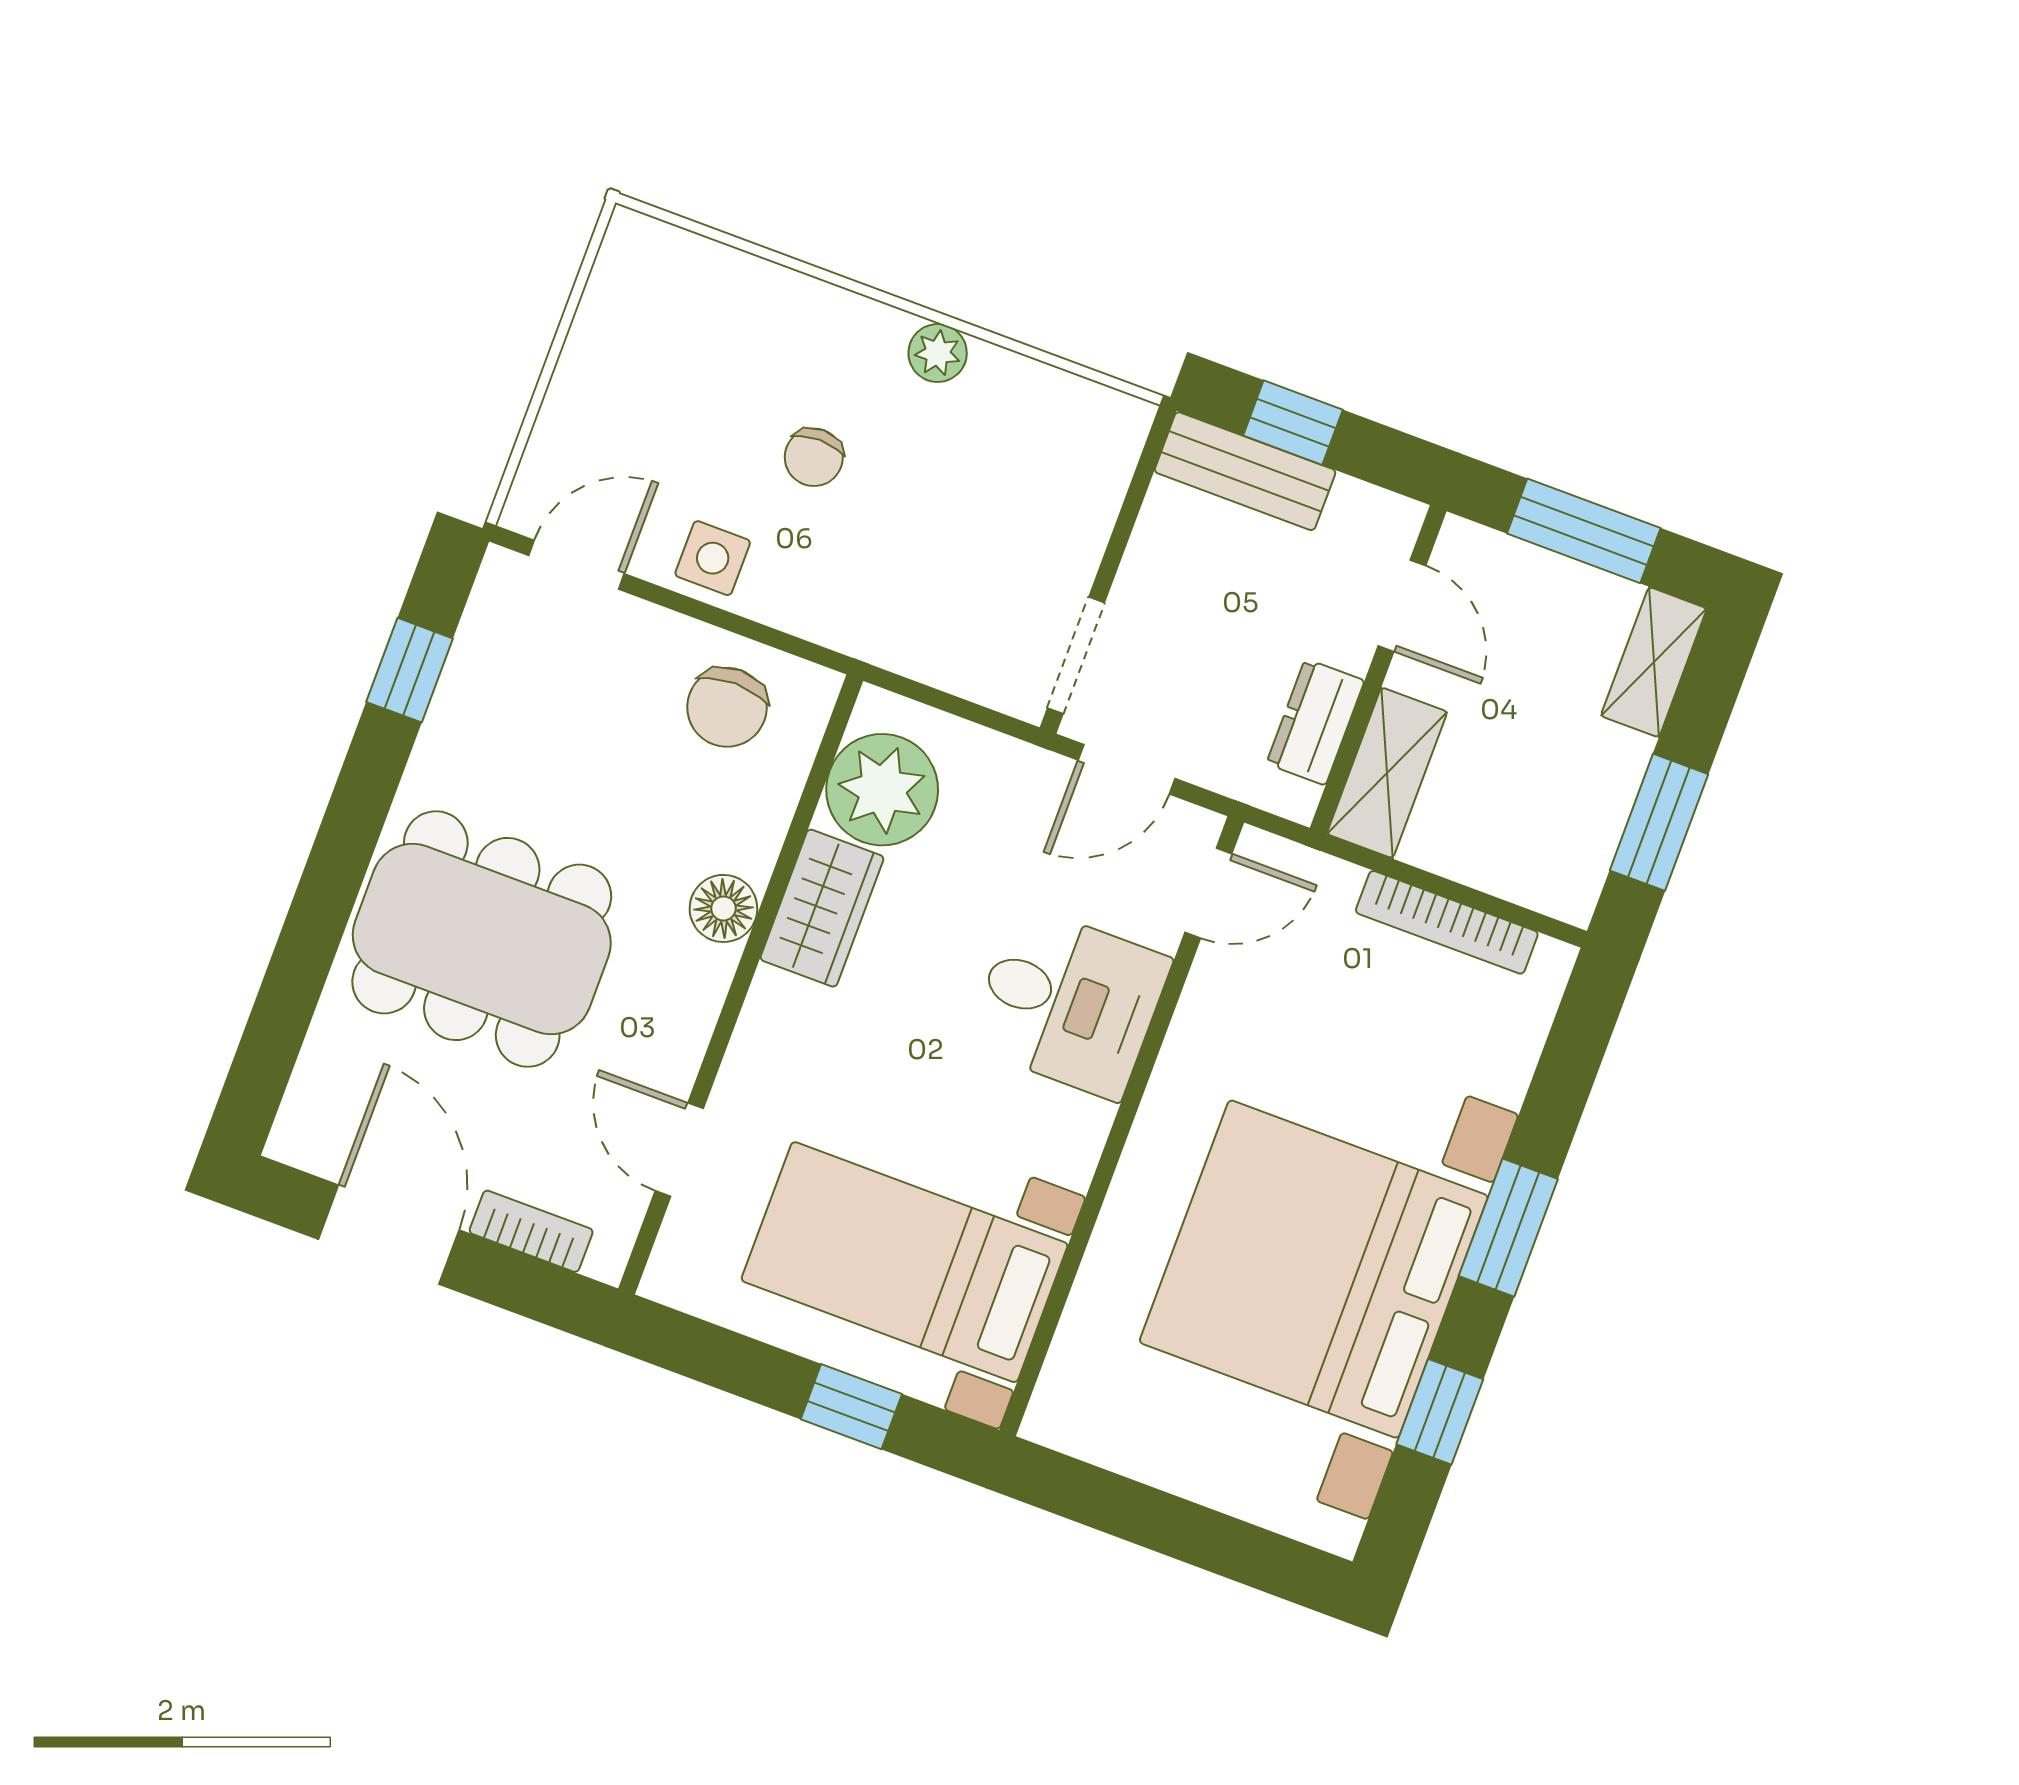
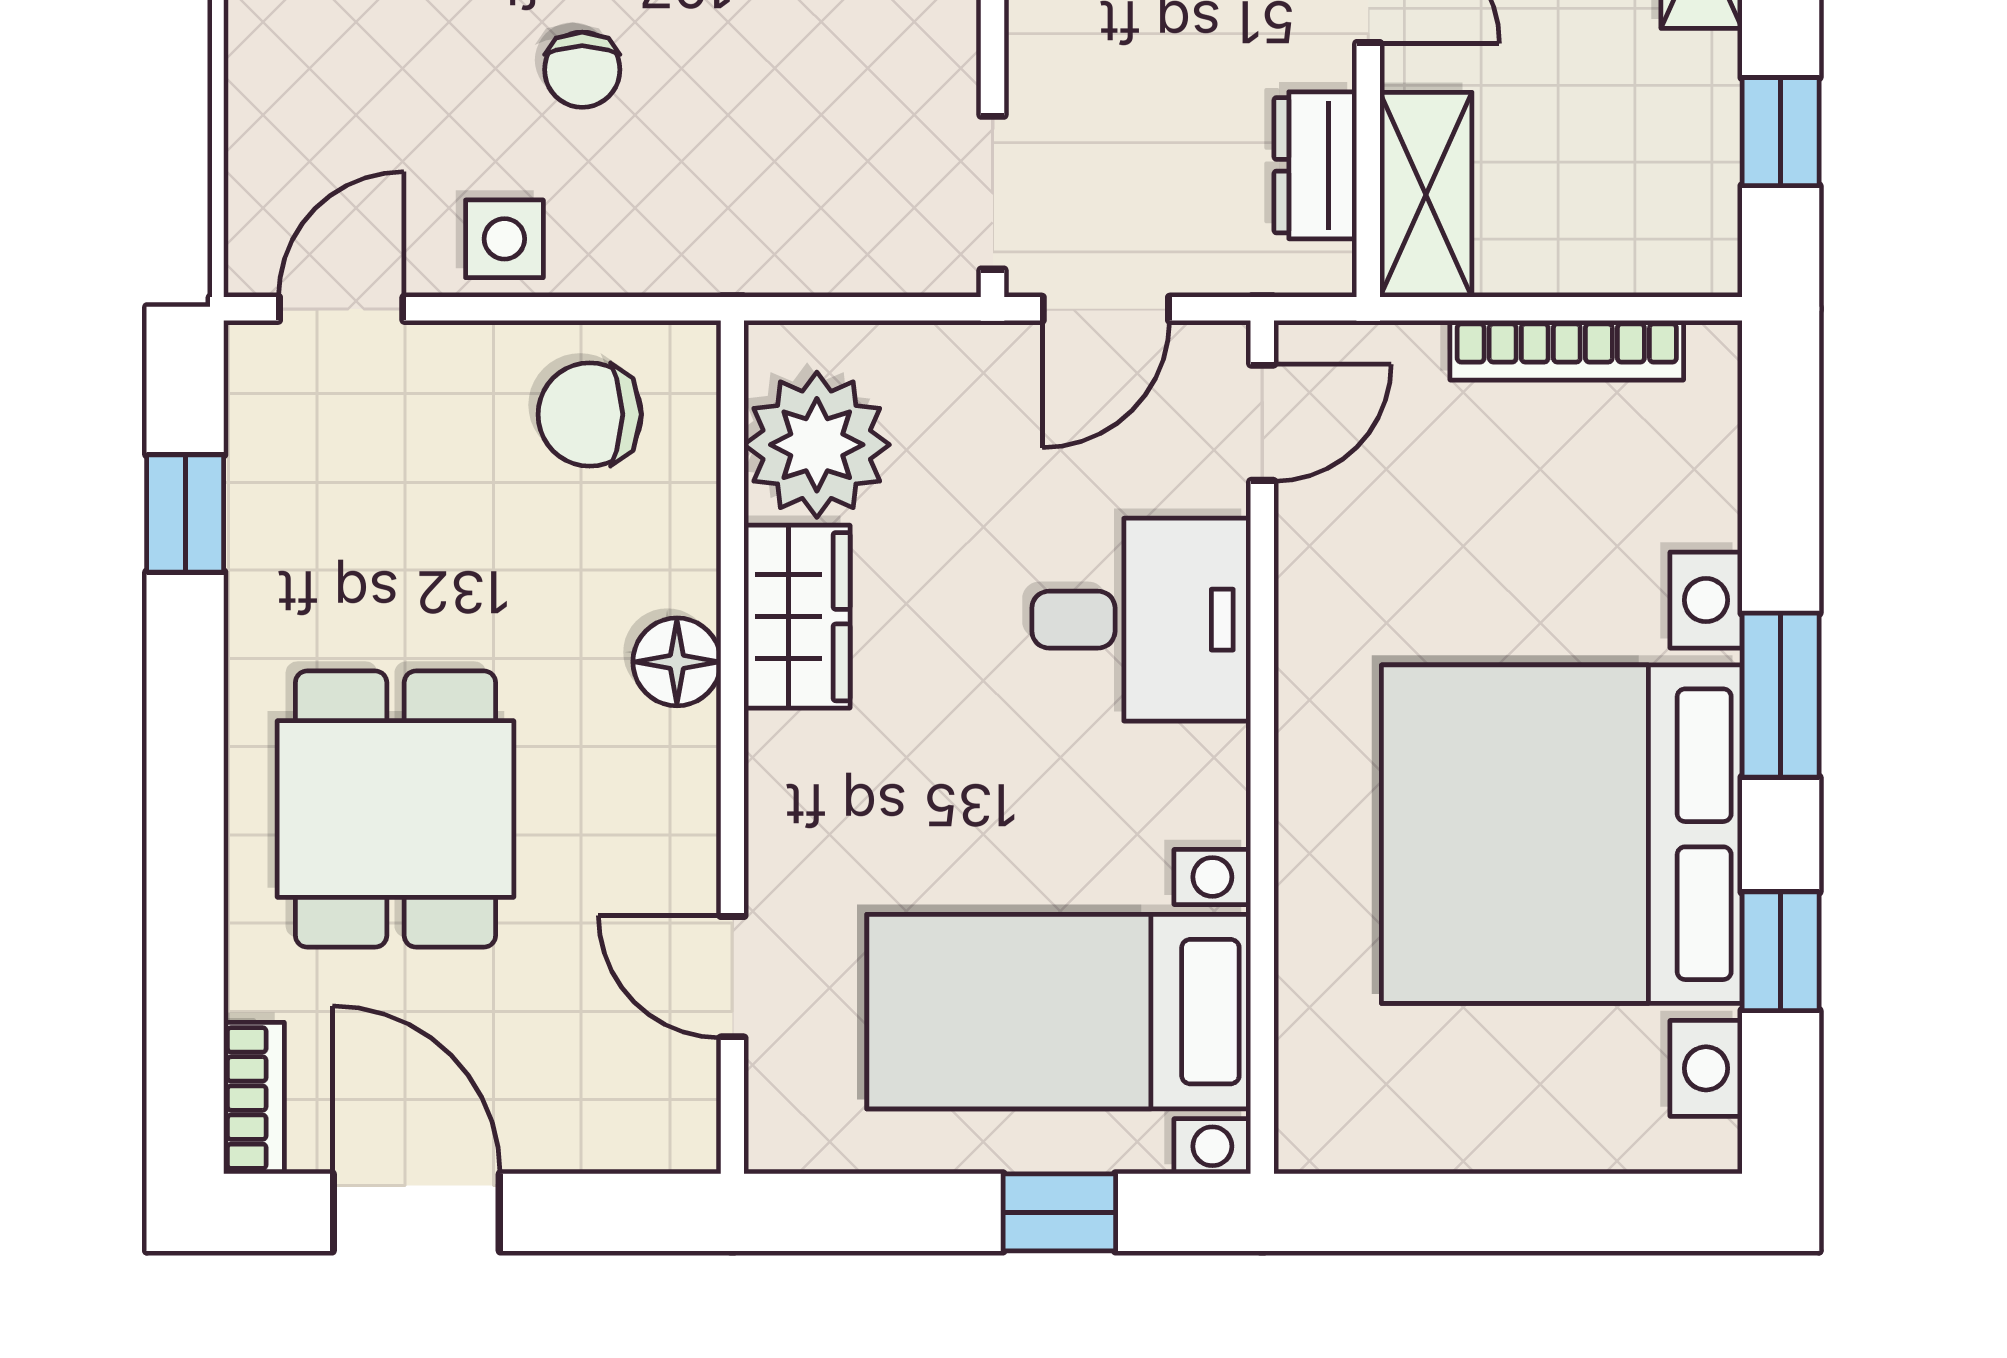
chair: (727, 707) -> (590, 414), turned 90
window: (1659, 822) -> (1781, 132), width x0.67
dining table: (482, 939) -> (395, 809), width x0.73
bookcase: (531, 1231) -> (254, 1098), moved, turned 90

